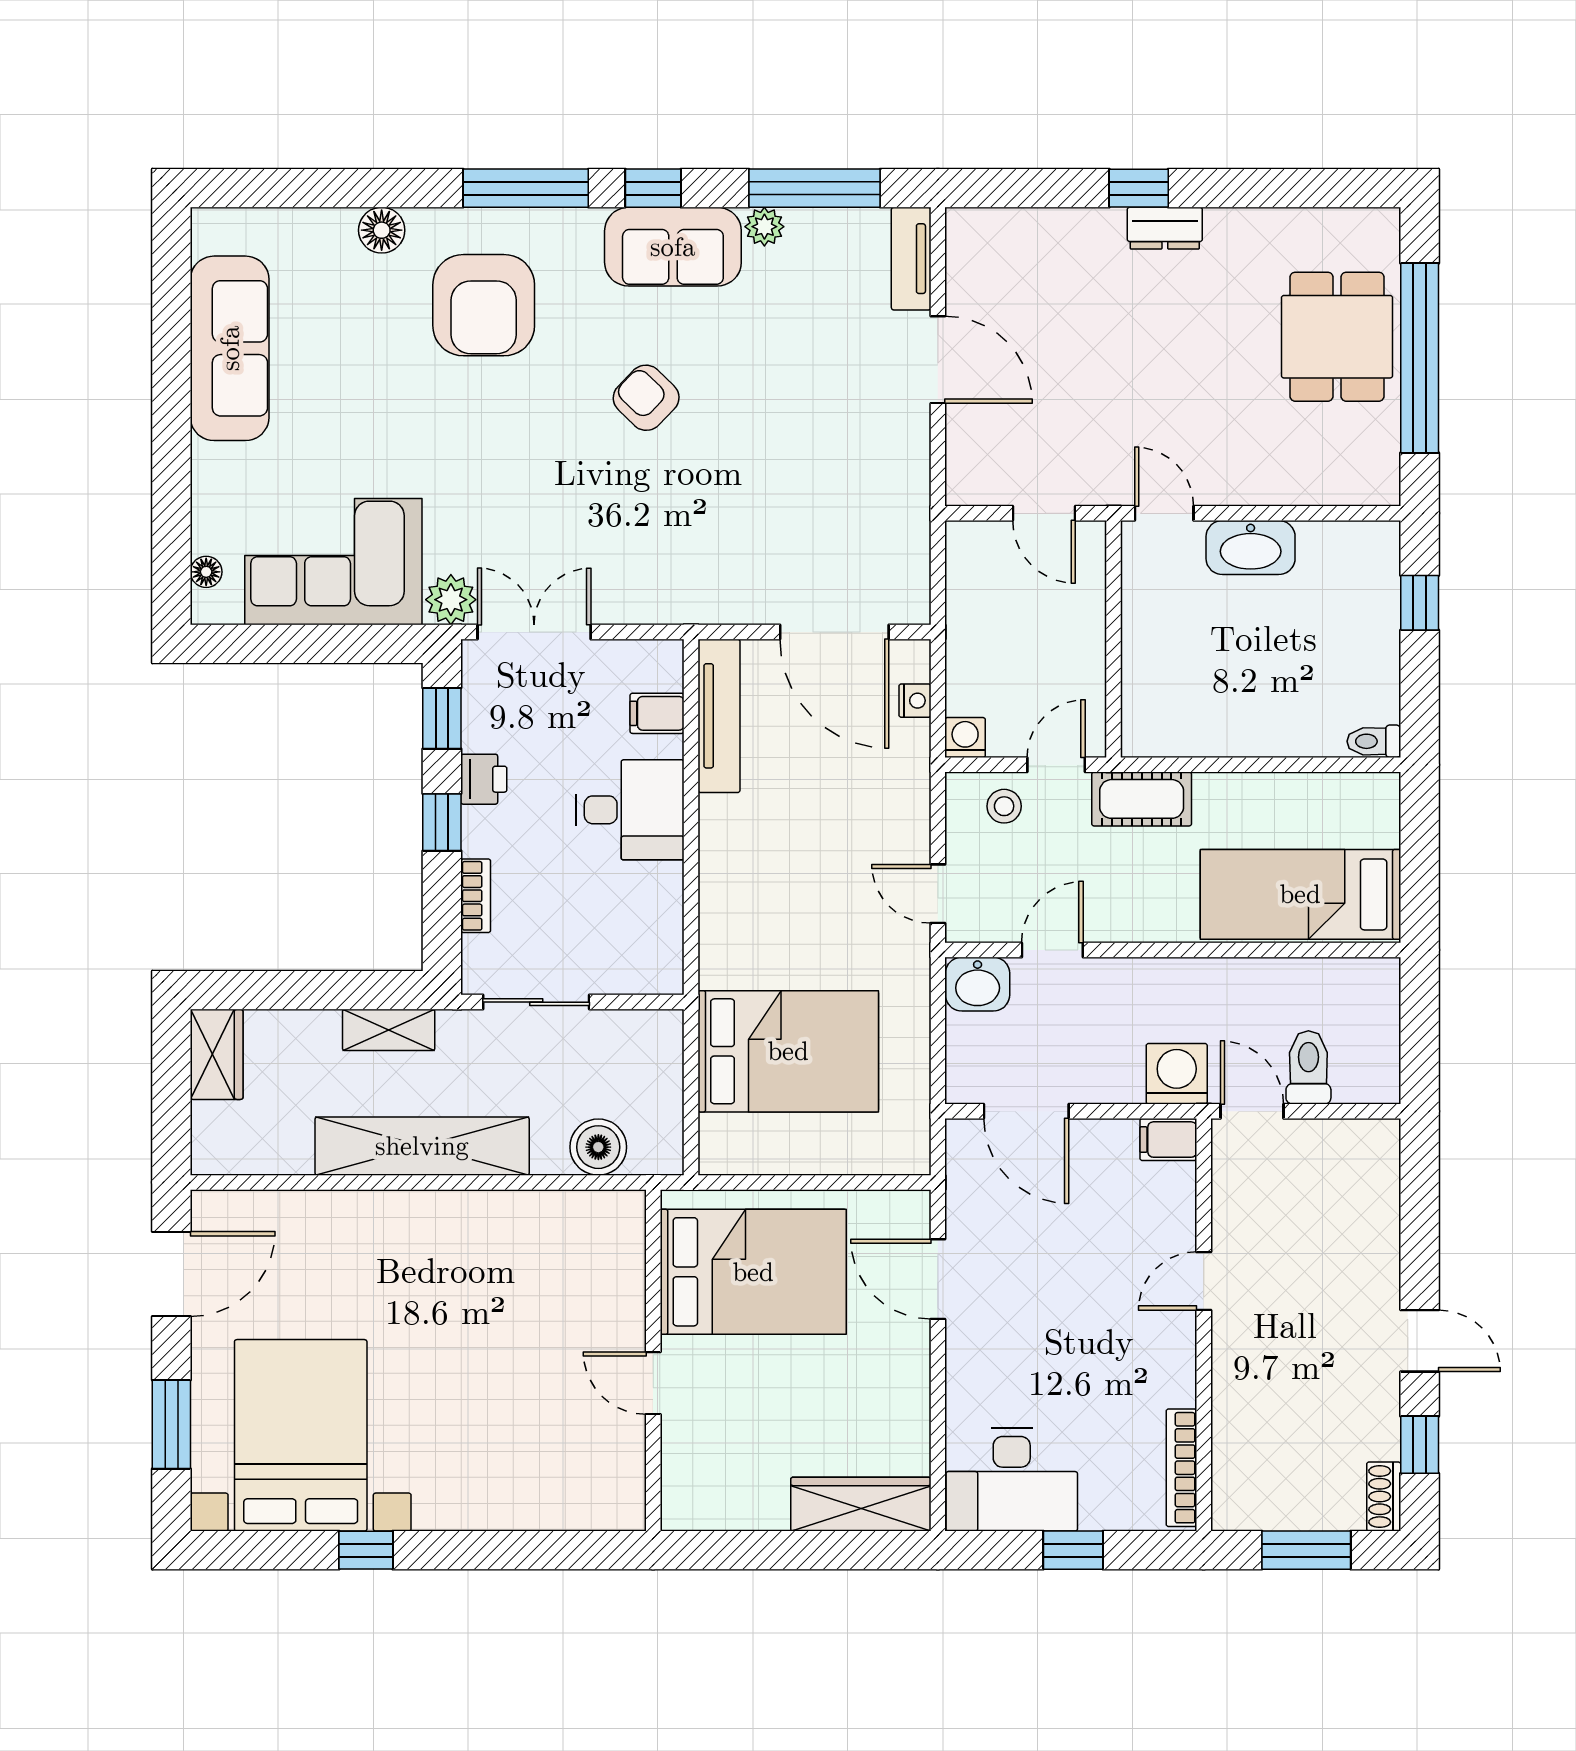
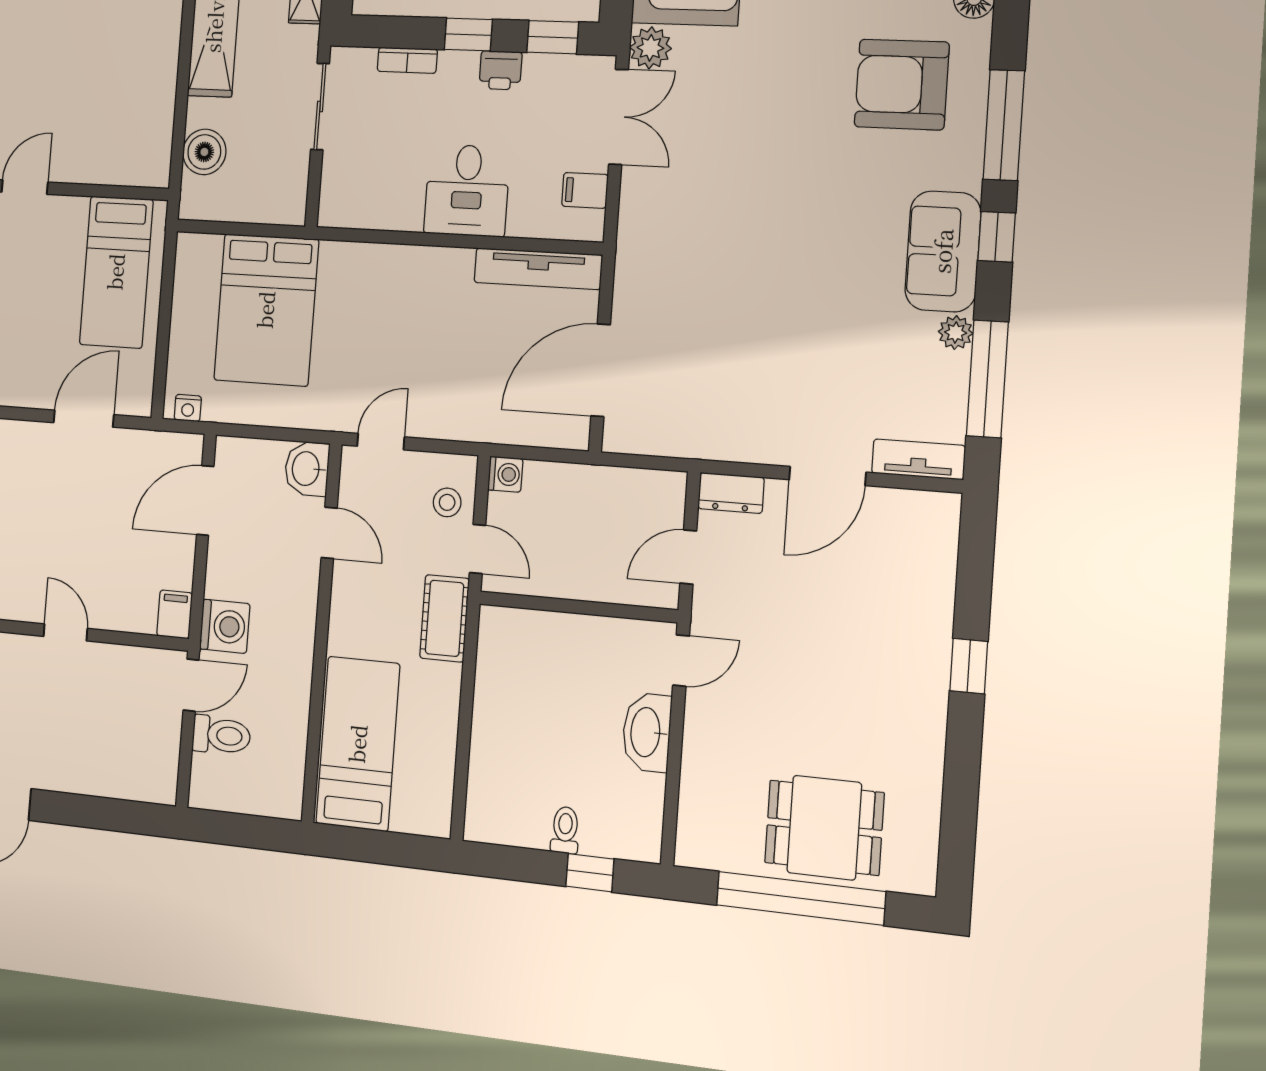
dresser: (1165, 228) -> (731, 493), moved, turned -90
armchair: (646, 398) -> (811, 221), removed
nightstand: (915, 701) -> (188, 408), moved
filing cabinet: (657, 713) -> (585, 190), moved, turned -90
toilet: (1374, 741) -> (565, 830), moved
bed: (753, 1272) -> (116, 272), width x0.67

